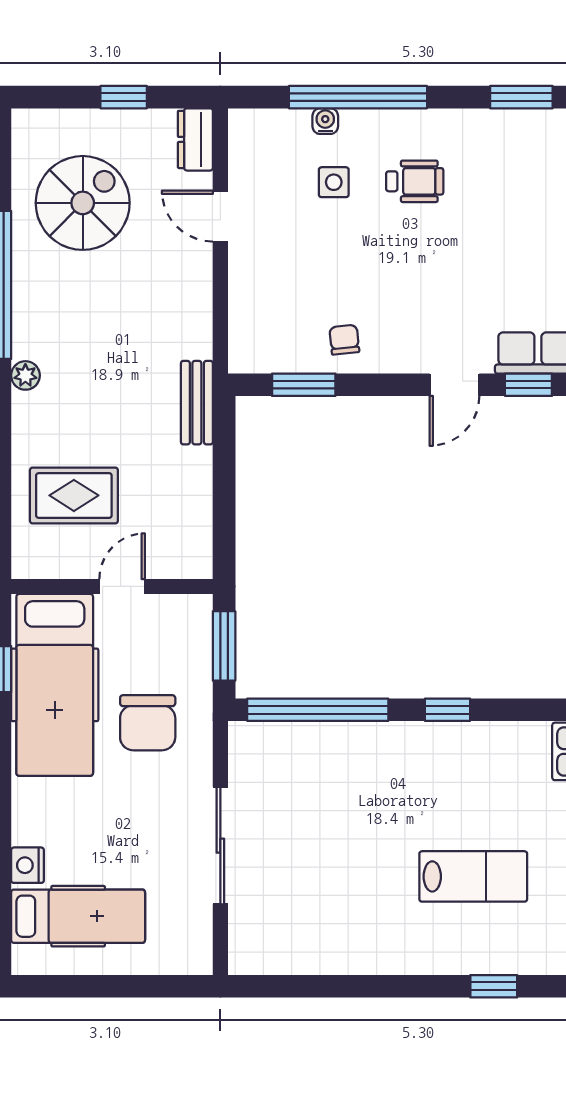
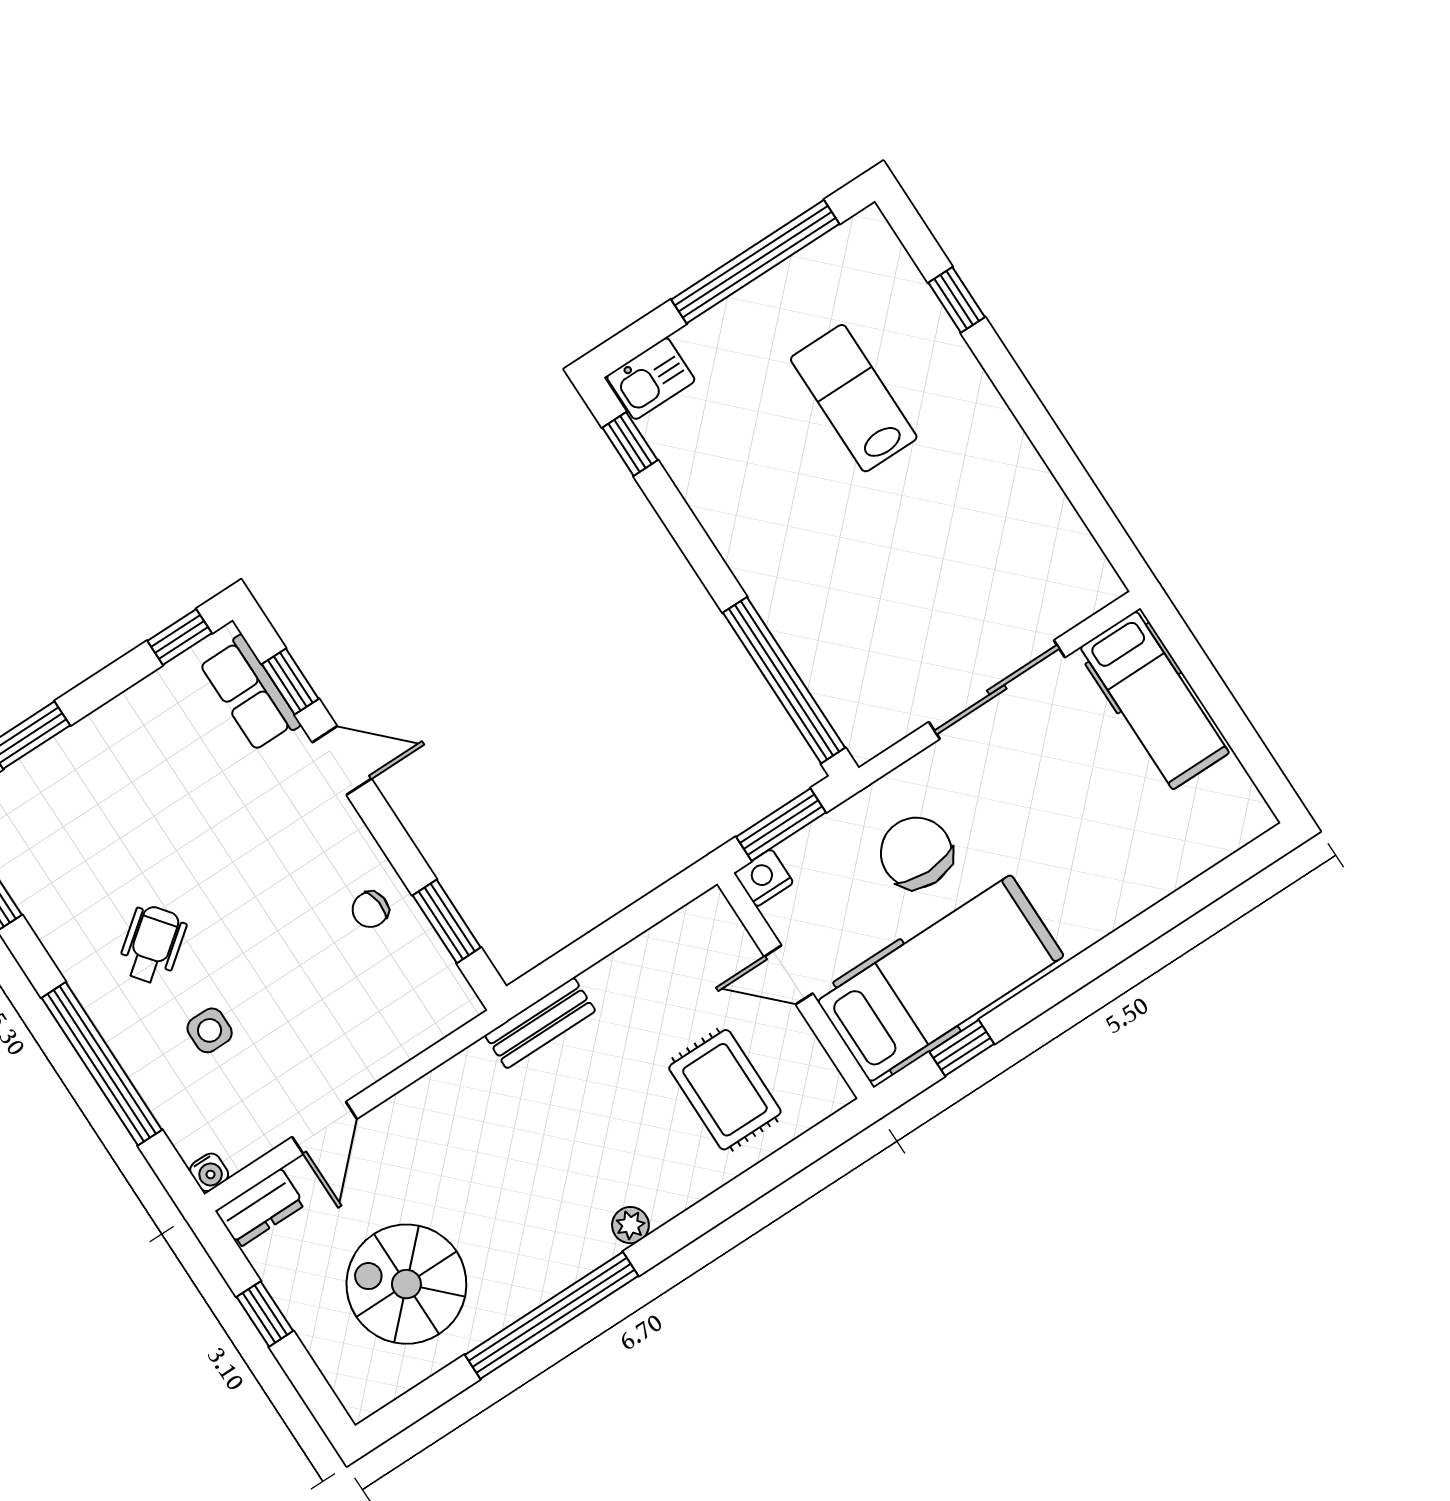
water cooler: (325, 121) -> (209, 1172), moved, turned -90
wheelchair: (415, 181) -> (152, 945), turned 52
window: (447, 710) -> (630, 444), moved
chair: (148, 723) -> (916, 853), turned -90
nightstand: (27, 865) -> (764, 878), moved, turned 180
hospital bed: (78, 916) -> (1155, 700), moved, turned 180

